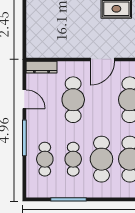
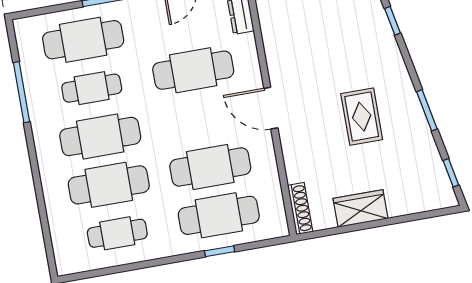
cafe table: (45, 159) -> (83, 40), width x1.37, depth x1.35

